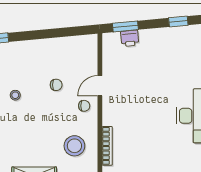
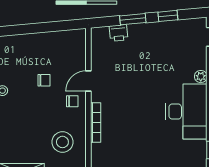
window: (125, 26) -> (133, 19), moved
bookcase: (107, 146) -> (96, 122), moved

